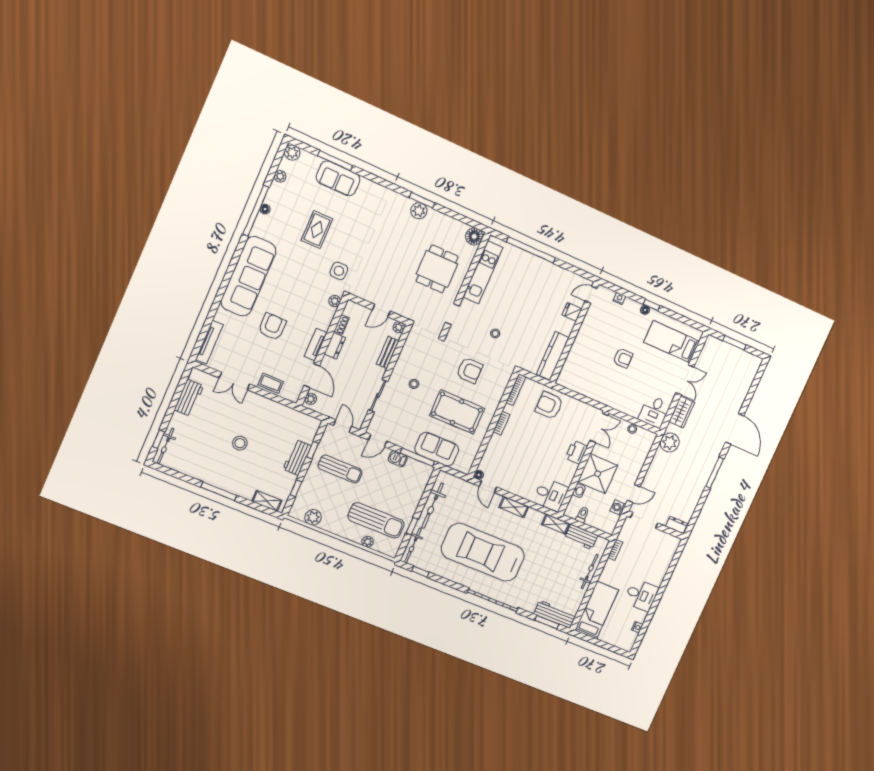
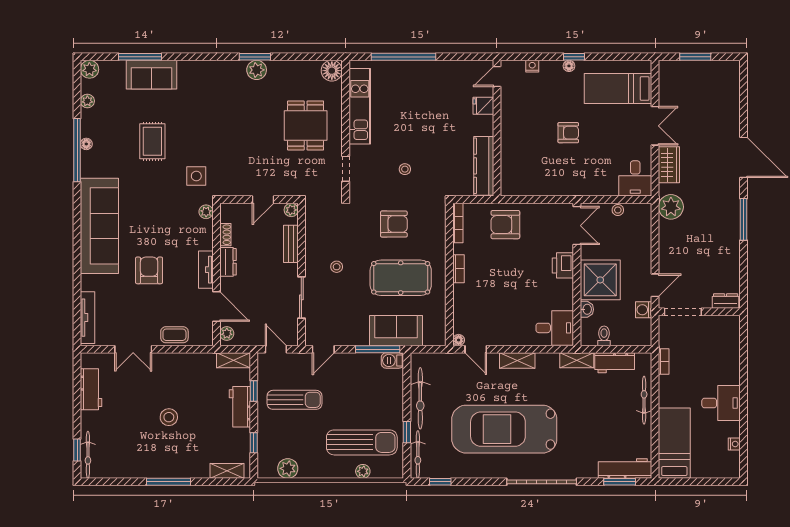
shelving: (307, 421) -> (233, 360), added
barbecue: (398, 459) -> (392, 360), moved

